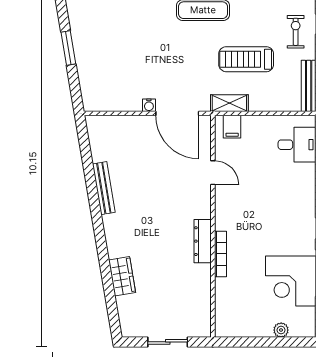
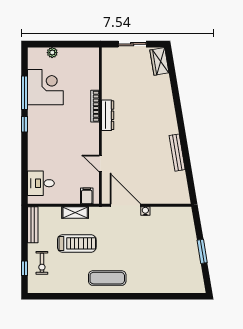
shelving: (229, 103) -> (75, 212), moved
wardrobe: (122, 276) -> (159, 61), moved

